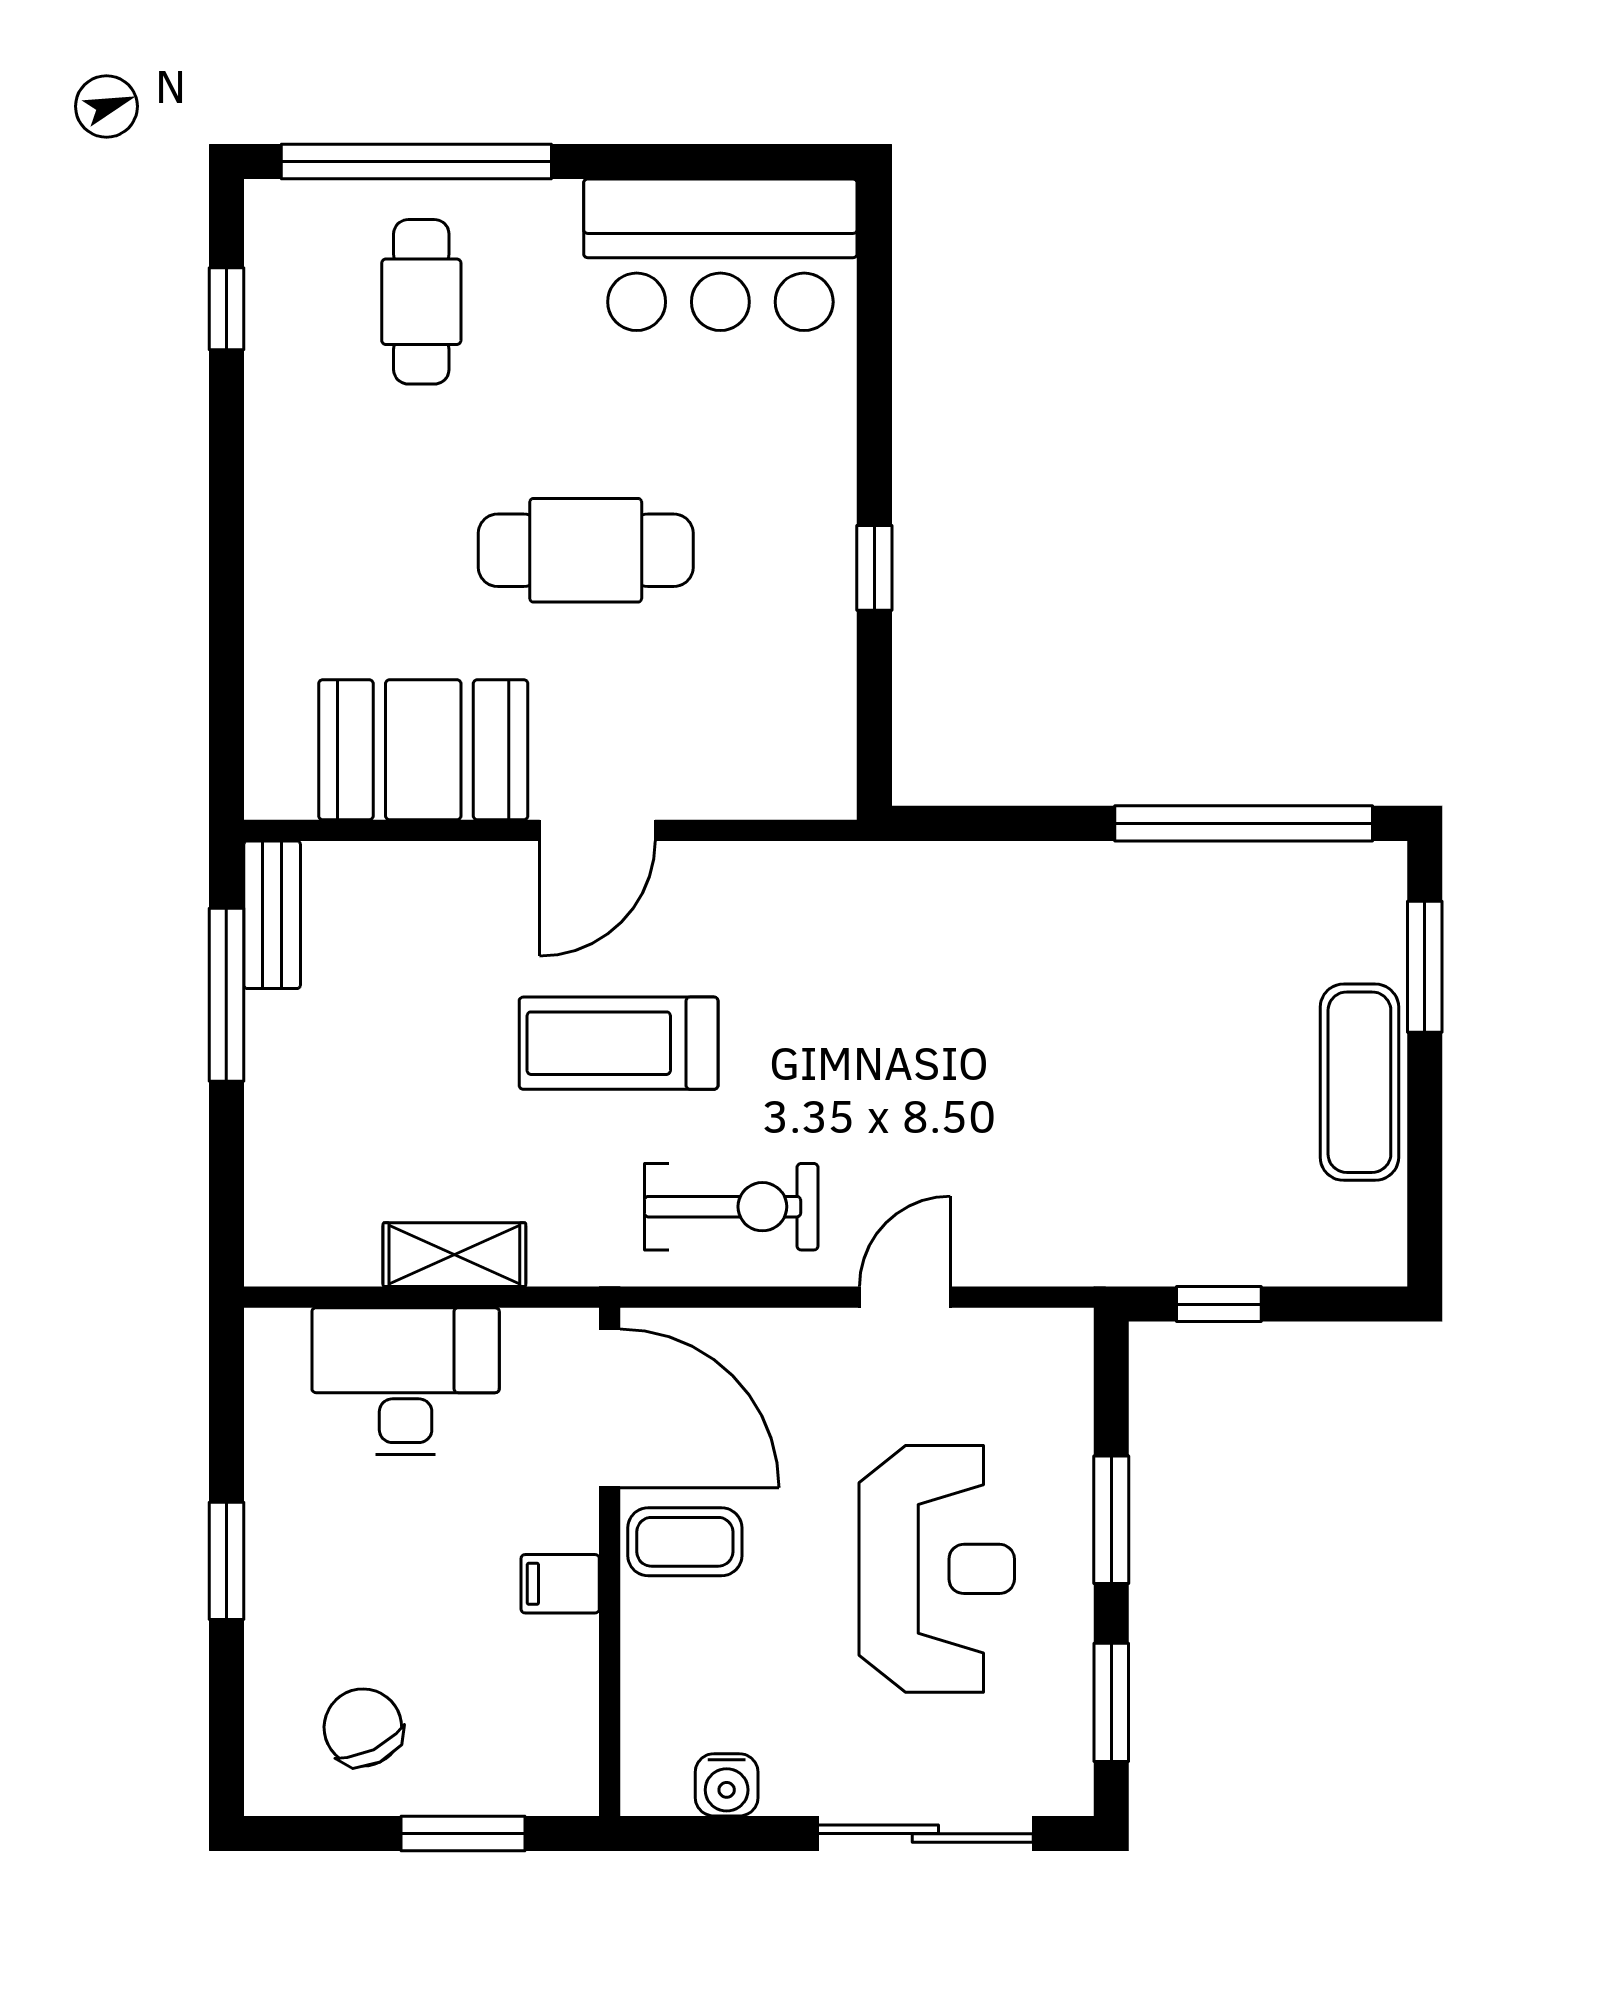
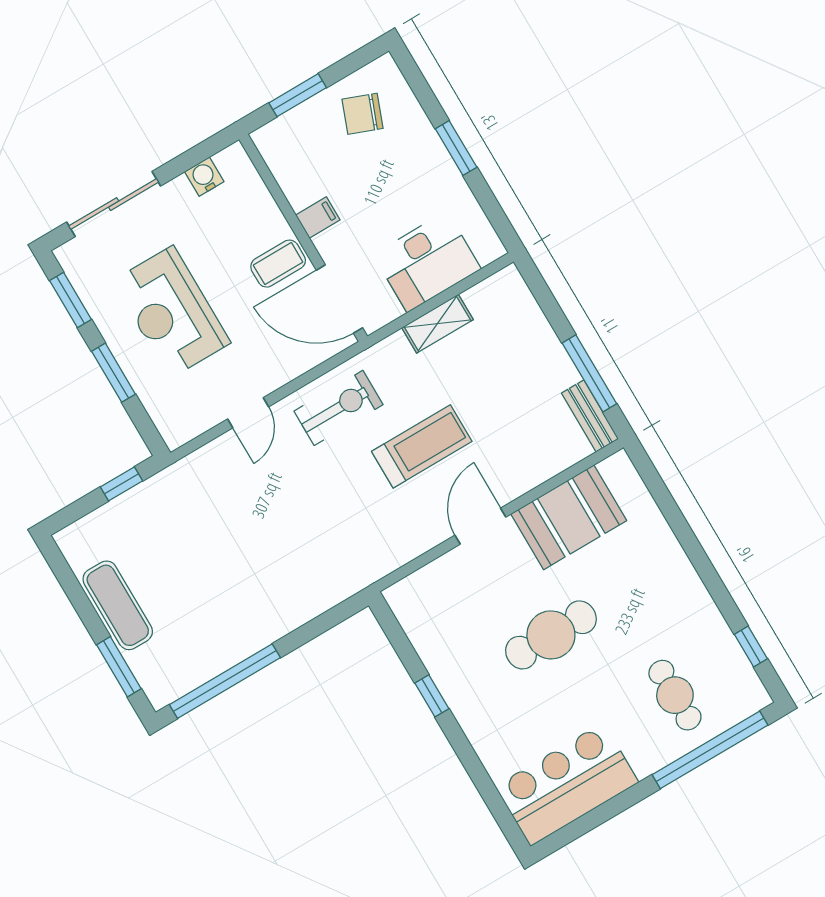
exercise bike: (731, 1207) -> (339, 408), turned 180
chair: (363, 1727) -> (363, 114), turned 137

